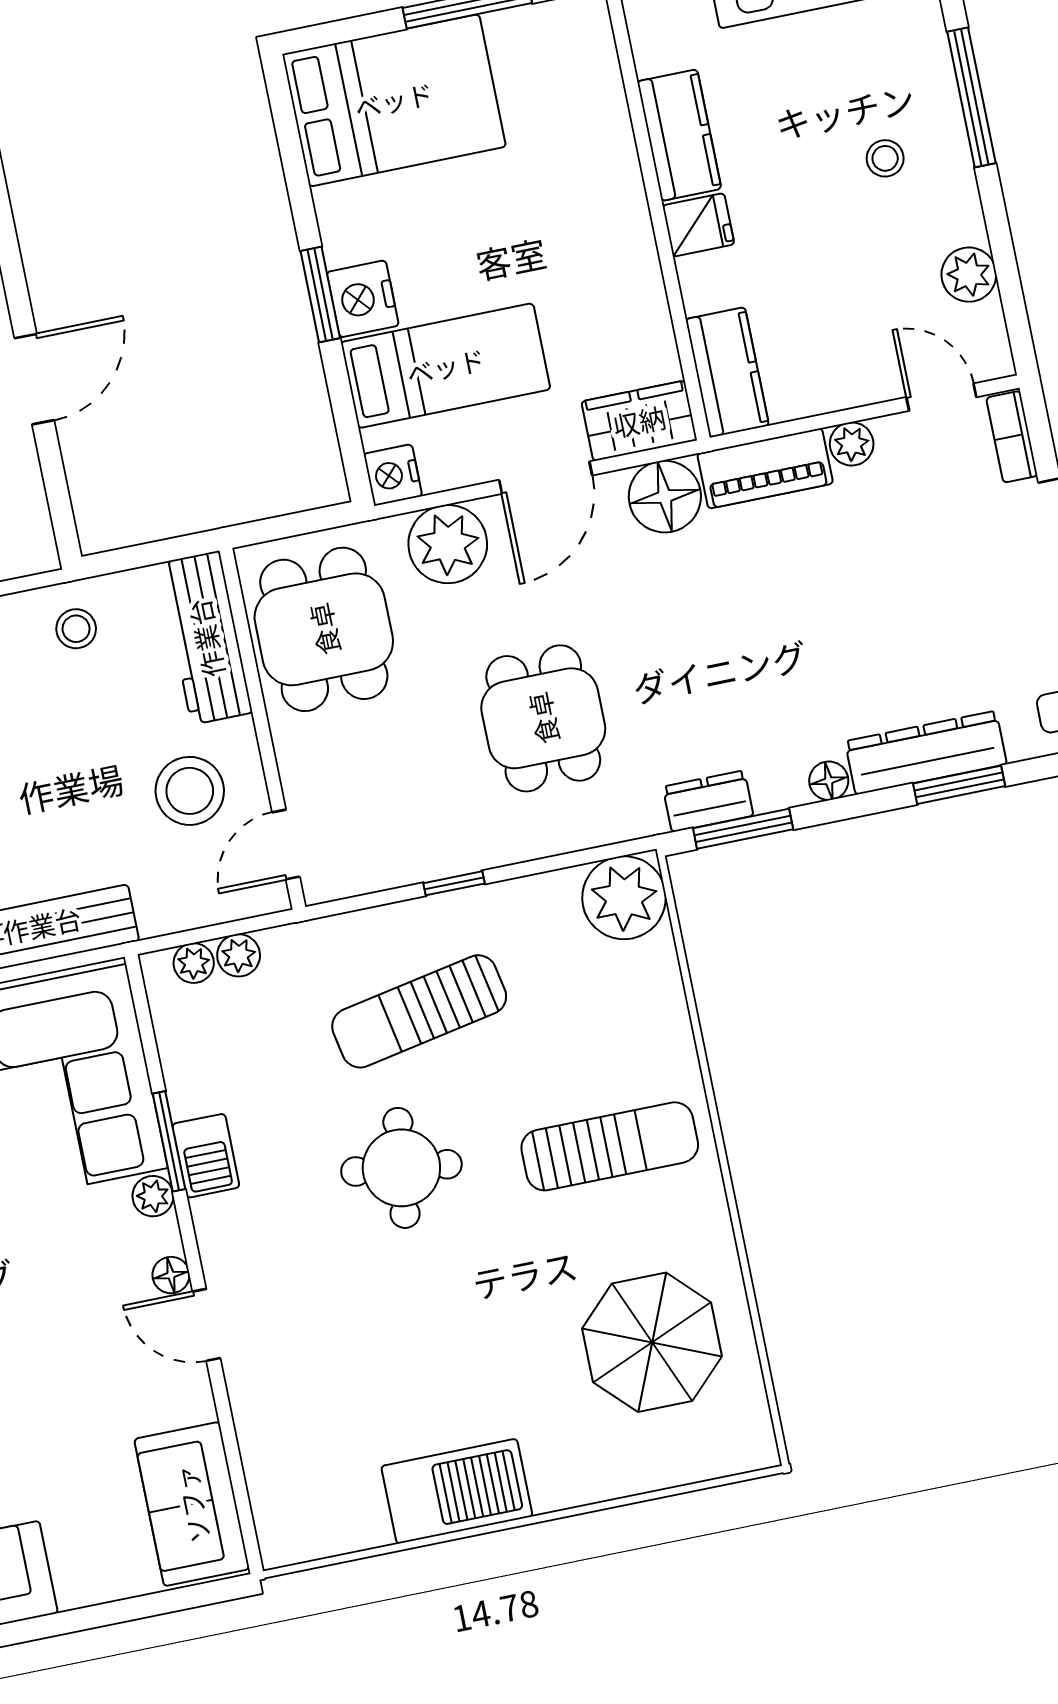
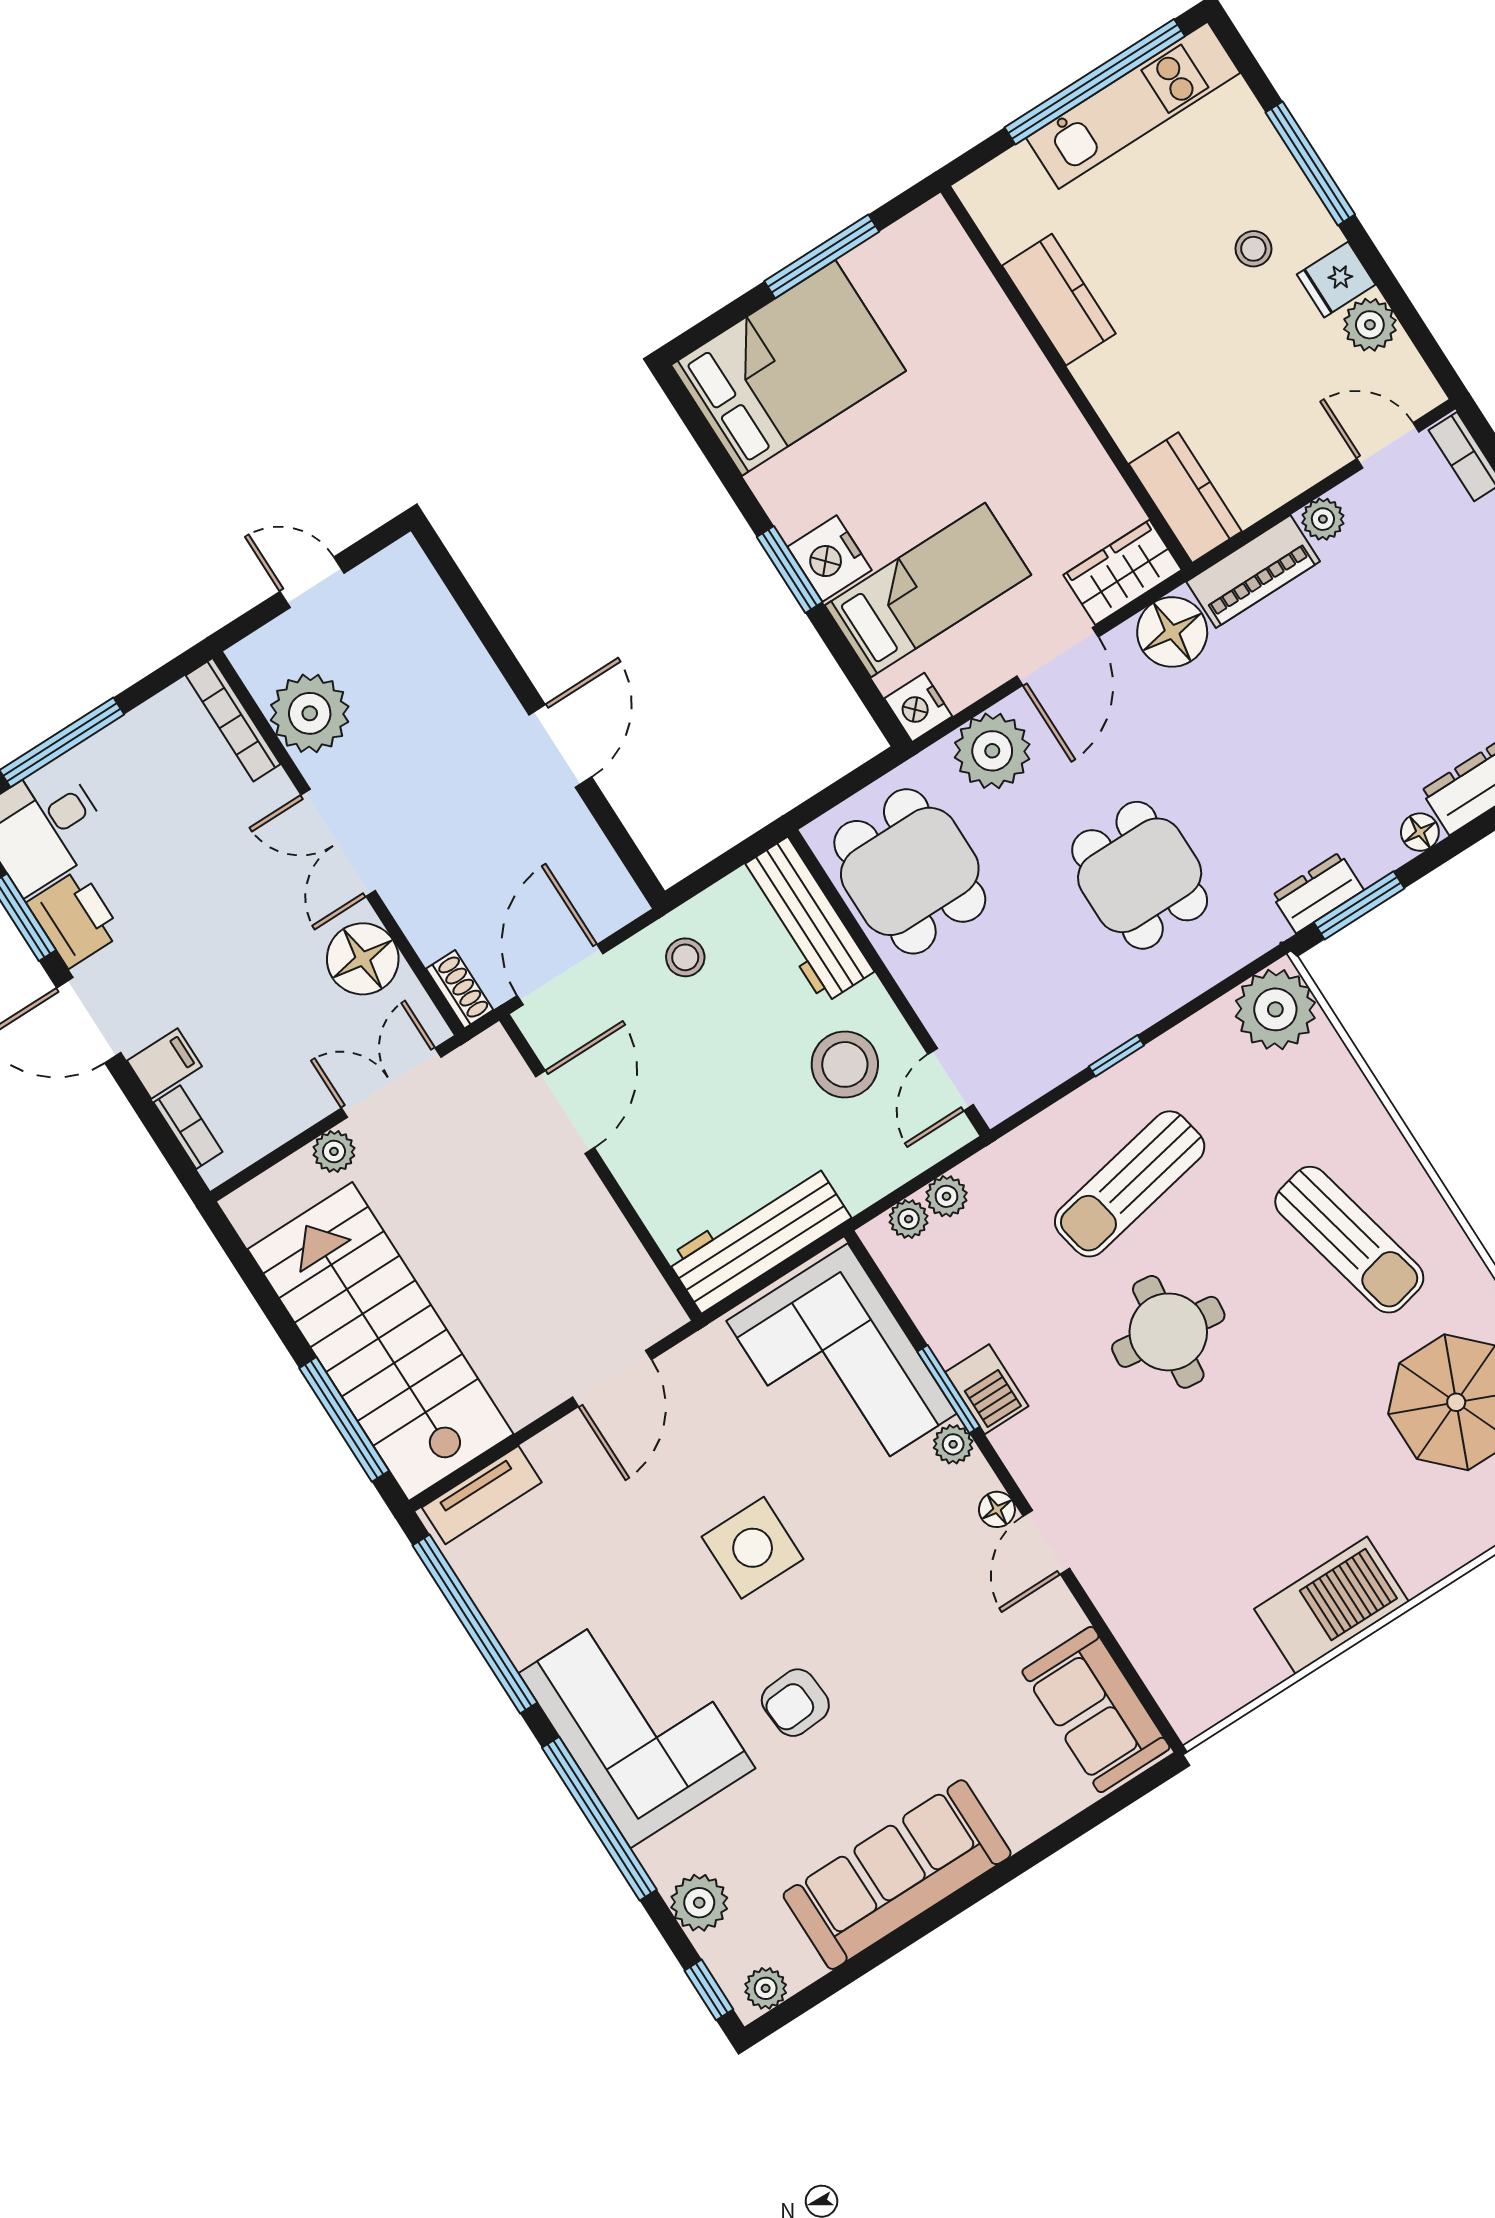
fridge: (698, 225) -> (1336, 280), moved, turned 180
sun lounger: (610, 1146) -> (1349, 1240), turned 77
door: (206, 1325) -> (1046, 1542), hinge flipped

